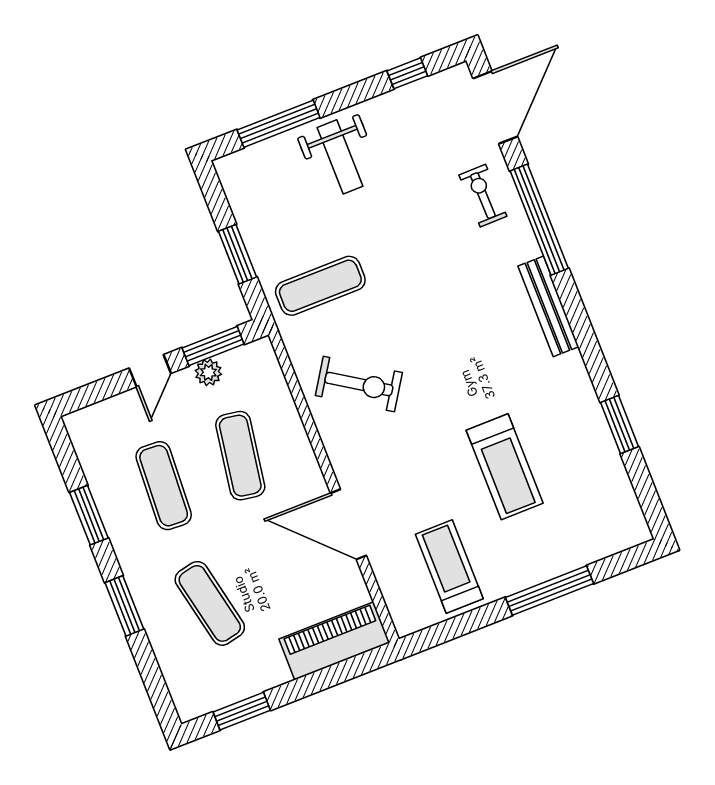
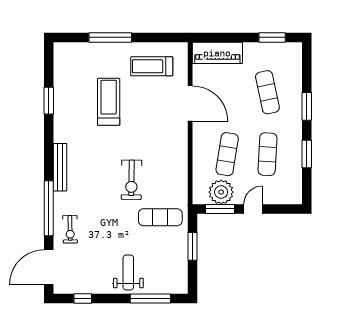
plant: (208, 372) -> (221, 192), width x1.88, depth x1.88
exercise bike: (359, 384) -> (131, 180), moved, turned -122
treadmill: (449, 566) -> (152, 66), turned 90

